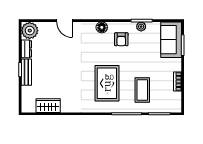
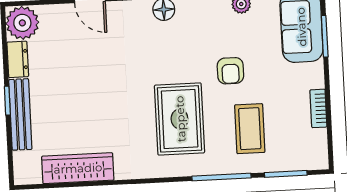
armchair: (121, 39) -> (230, 71), moved
bench: (26, 72) -> (20, 114), width x1.36
wardrobe: (48, 106) -> (78, 168), width x1.50

